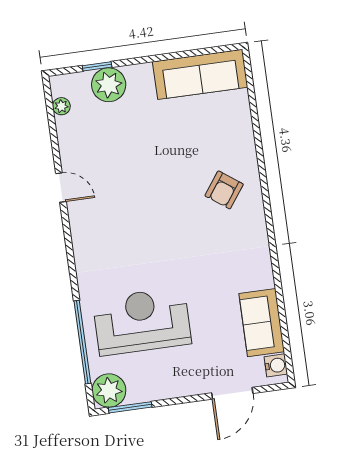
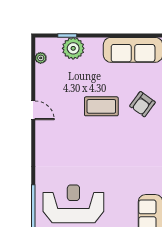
coffee table: (164, 167) -> (101, 106), added
armchair: (224, 190) -> (142, 104), moved

